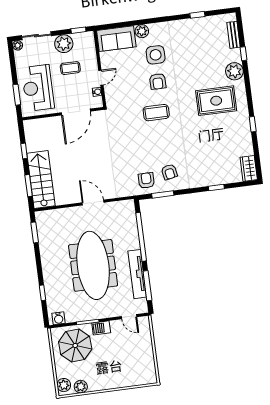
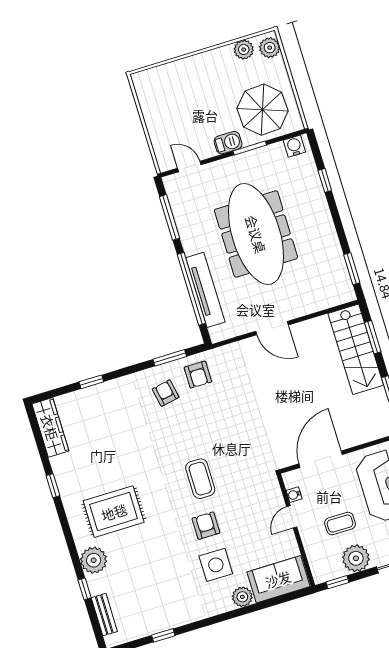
coffee table: (156, 113) -> (200, 479), turned 90
wardrobe: (249, 168) -> (50, 427), width x1.50
tv unit: (137, 274) -> (205, 290), moved

